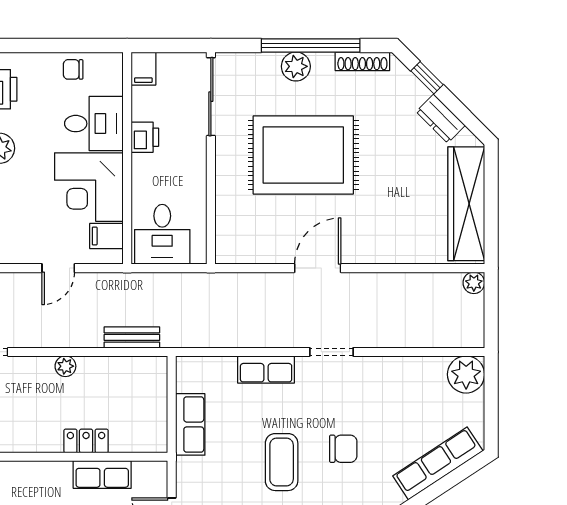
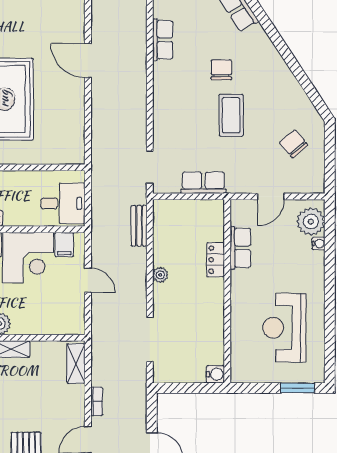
door: (318, 268) -> (88, 61), moved
doorway: (331, 352) -> (150, 167), moved
row of seats: (266, 369) -> (163, 40), moved
coffee table: (282, 462) -> (231, 115), turned 90

